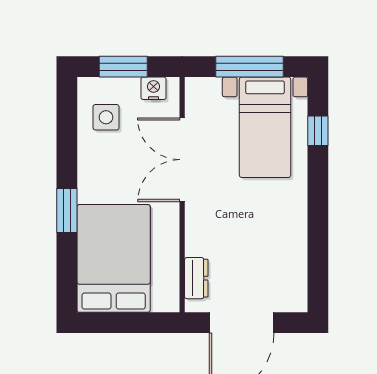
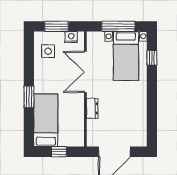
bed: (114, 258) -> (46, 120), width x0.67
dresser: (196, 278) -> (92, 108), moved
window: (128, 323) -> (59, 152), added

